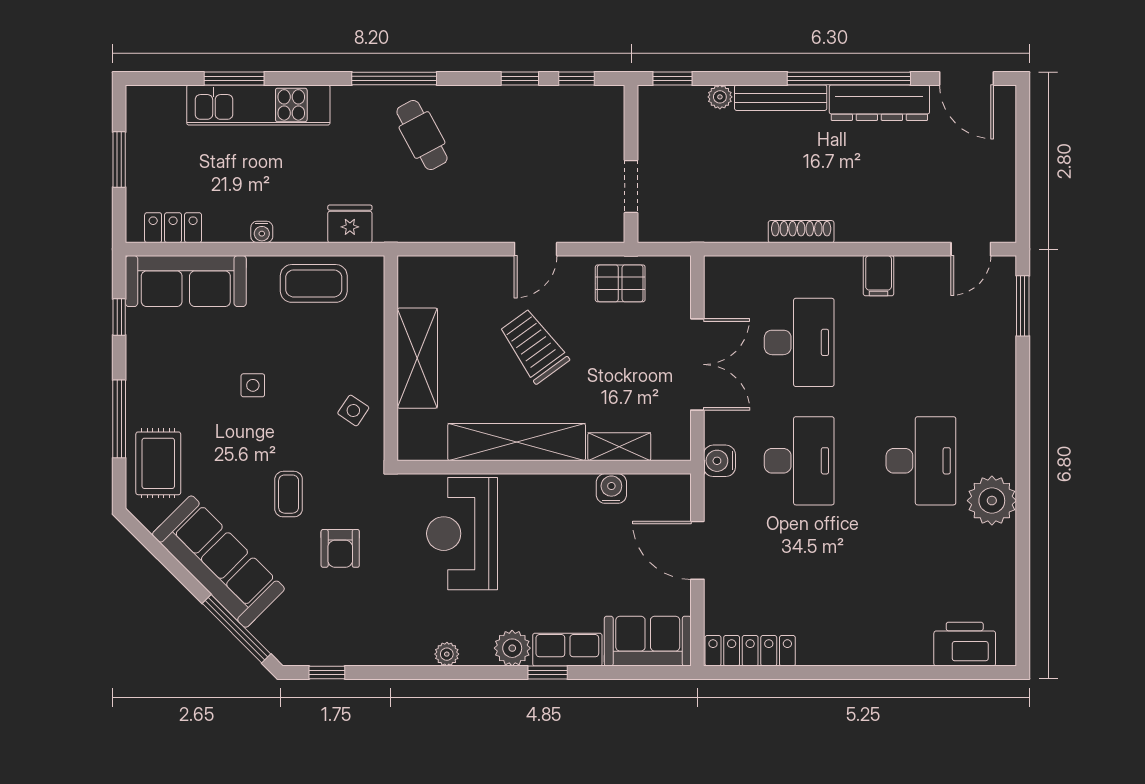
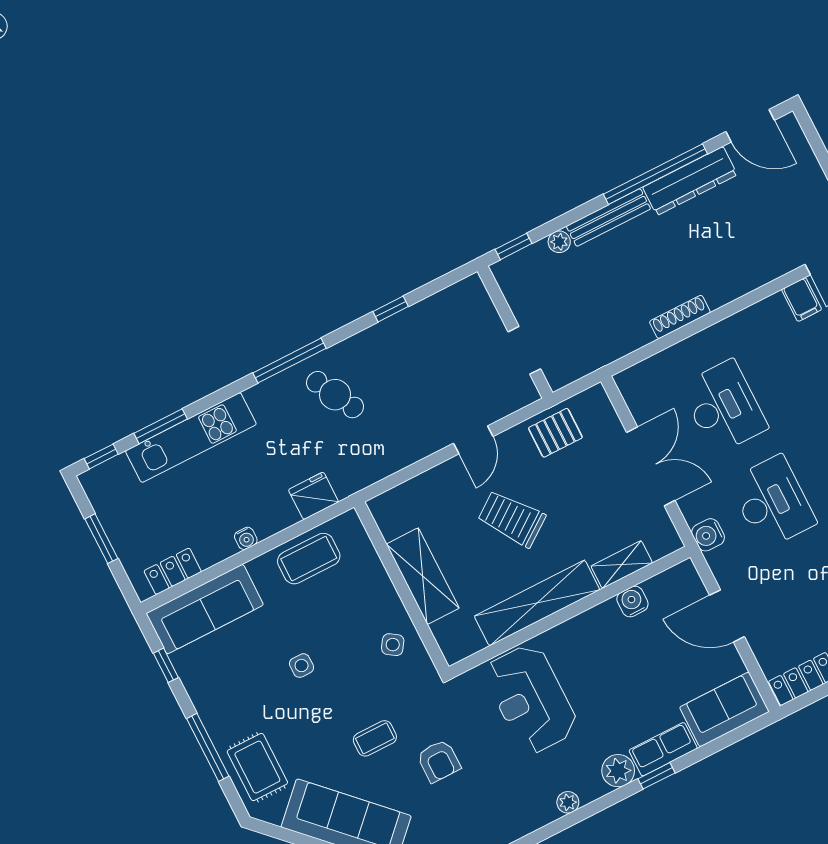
window: (576, 78) -> (101, 456), moved
filing cabinet: (879, 276) -> (802, 299), moved
coffee table: (289, 494) -> (375, 738), turned 90

